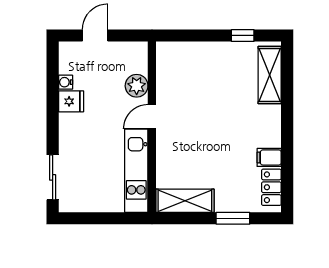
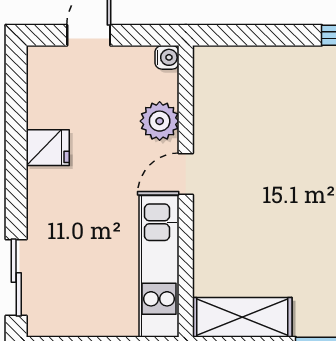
water cooler: (66, 82) -> (167, 57), moved, turned 180

